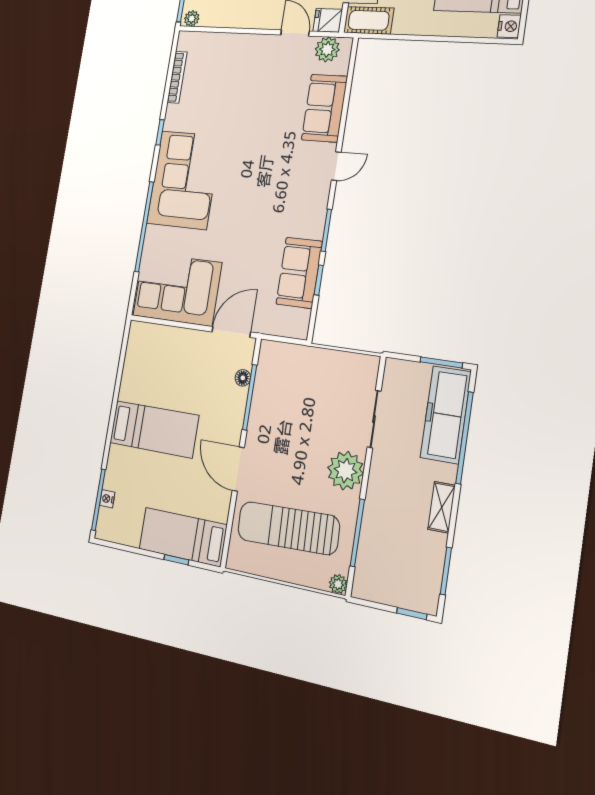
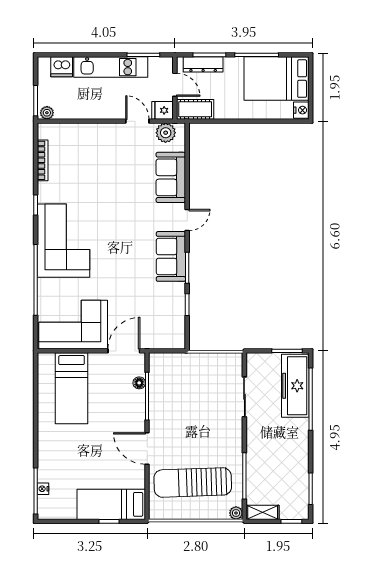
sofa: (299, 273) -> (171, 256), moved
bed: (154, 429) -> (72, 388), moved, turned 90
plant: (345, 471) -> (229, 435), removed
shelving: (442, 507) -> (263, 512), moved, turned 90

